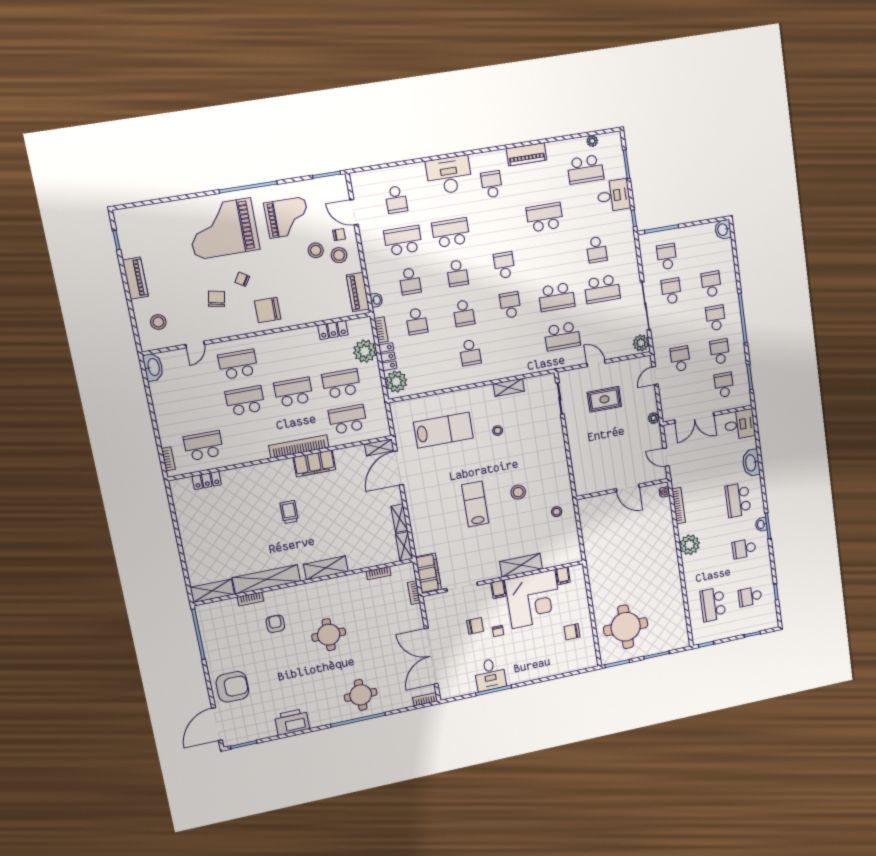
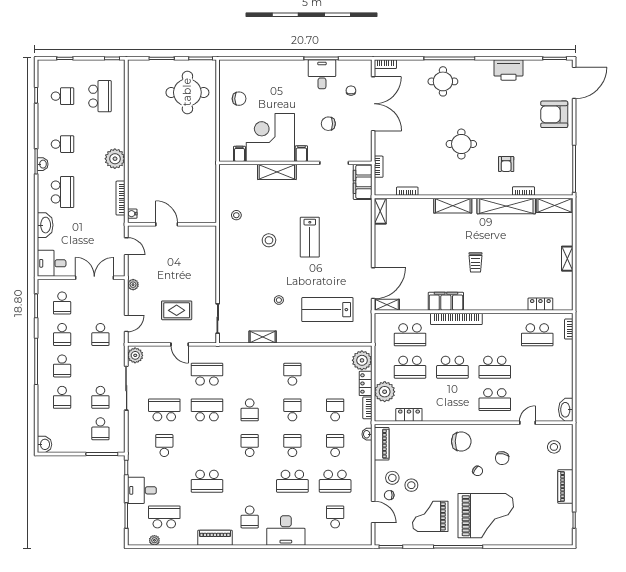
school desk: (504, 265) -> (250, 446), turned 180
shelving: (399, 518) -> (567, 259), moved
chair: (498, 631) -> (351, 91), moved

